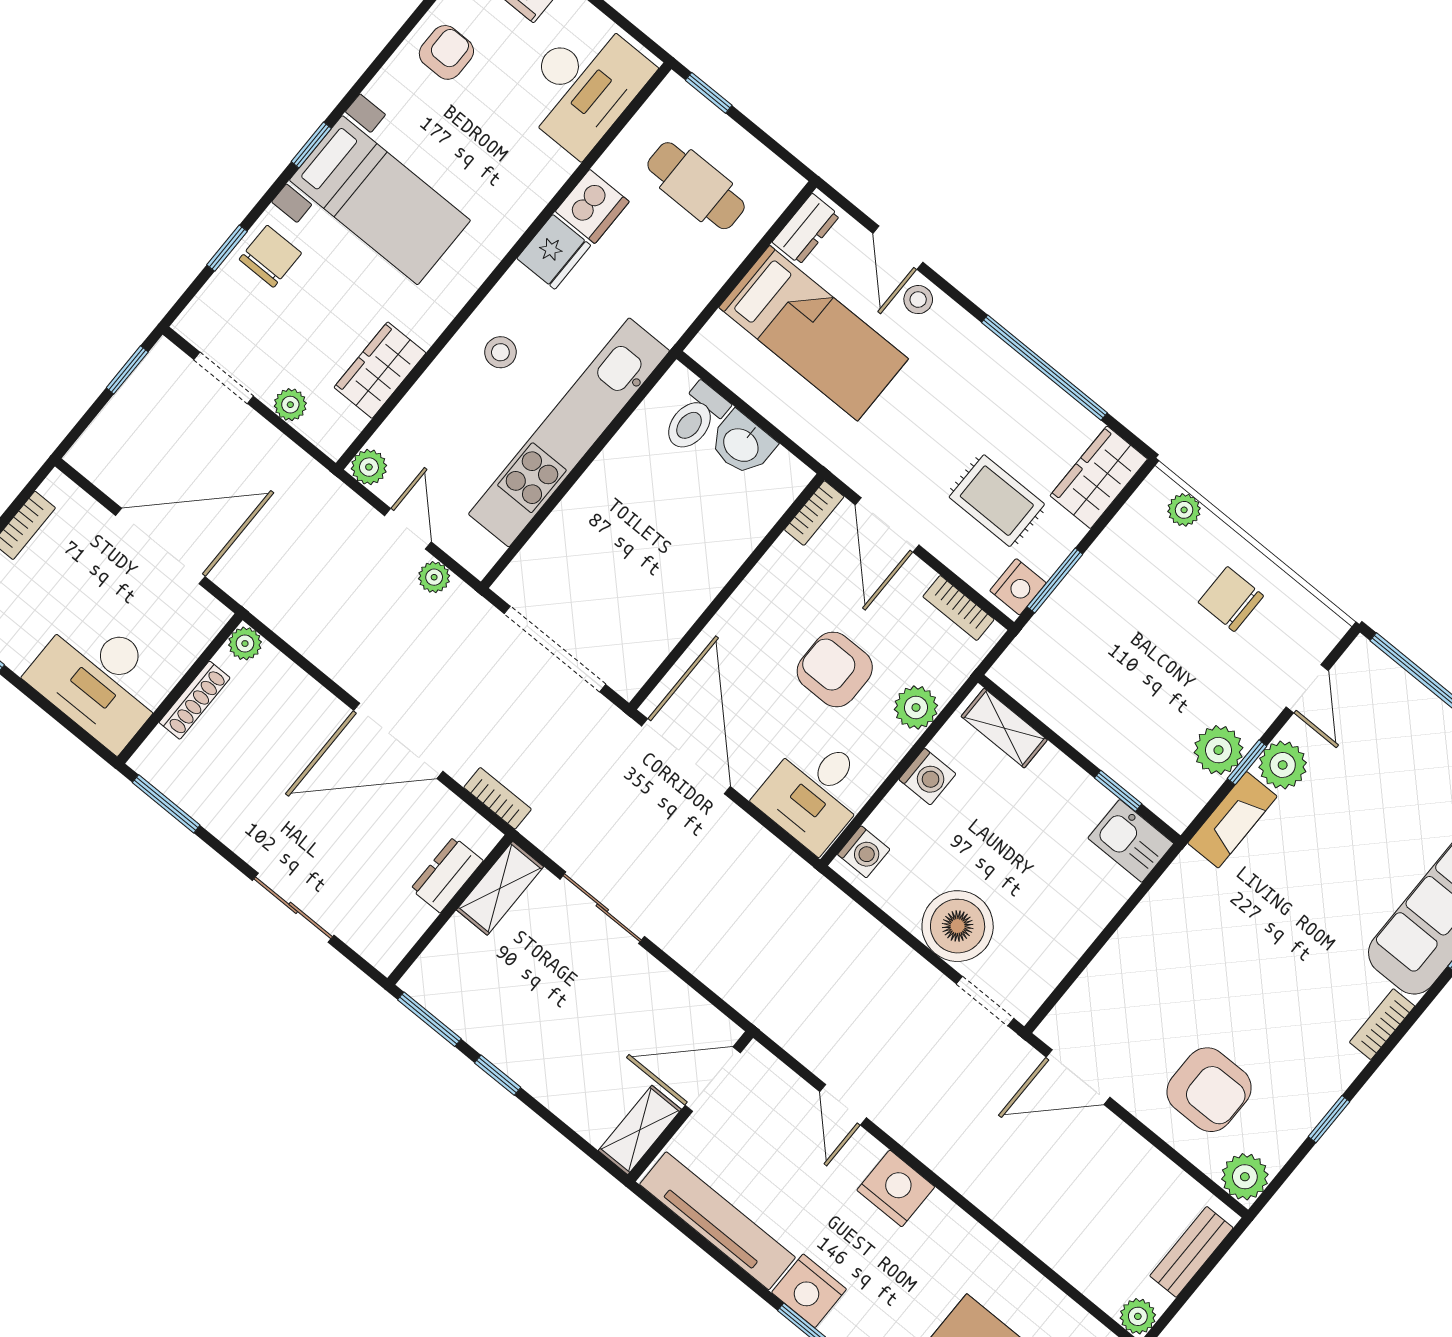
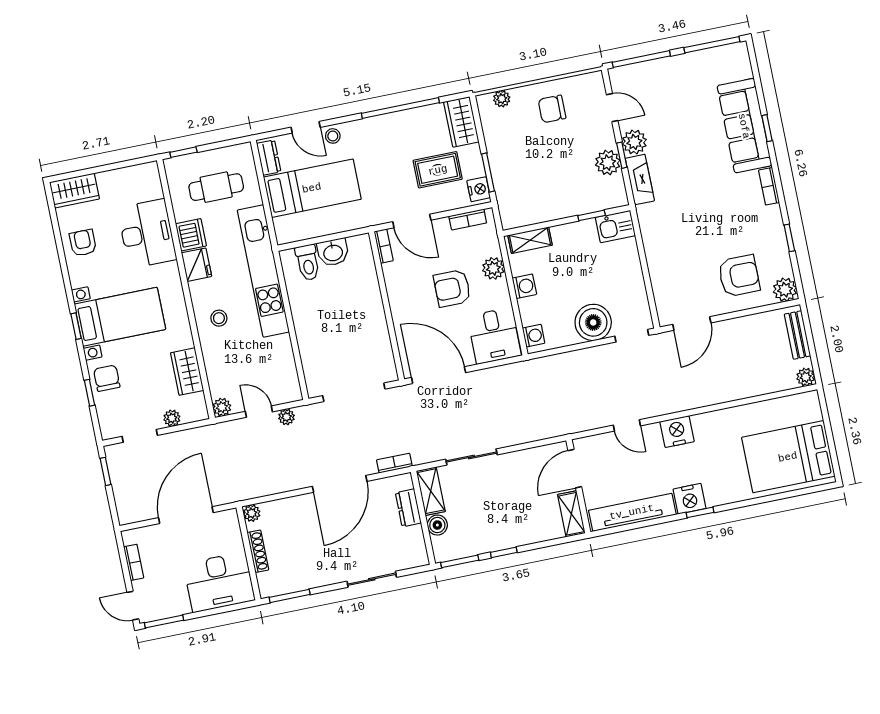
desk: (583, 85) -> (147, 234), moved
kitchen unit: (569, 432) -> (263, 271), moved
boiler: (457, 940) -> (437, 525), added

